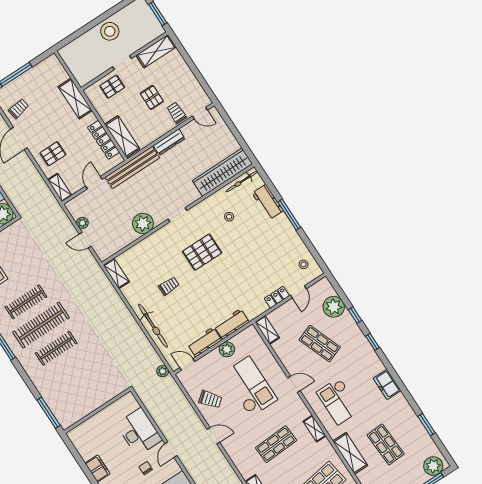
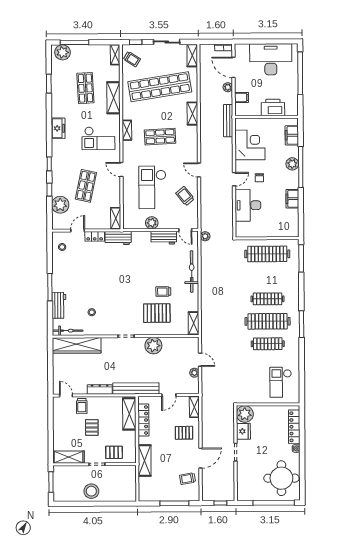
pallet: (202, 252) -> (157, 313), moved
workbench: (232, 324) -> (118, 238), moved
shop shelf: (320, 344) -> (86, 186), turned 33
clothes rail: (87, 395) -> (267, 254), added
checkout: (339, 401) -> (98, 138), turned 90

